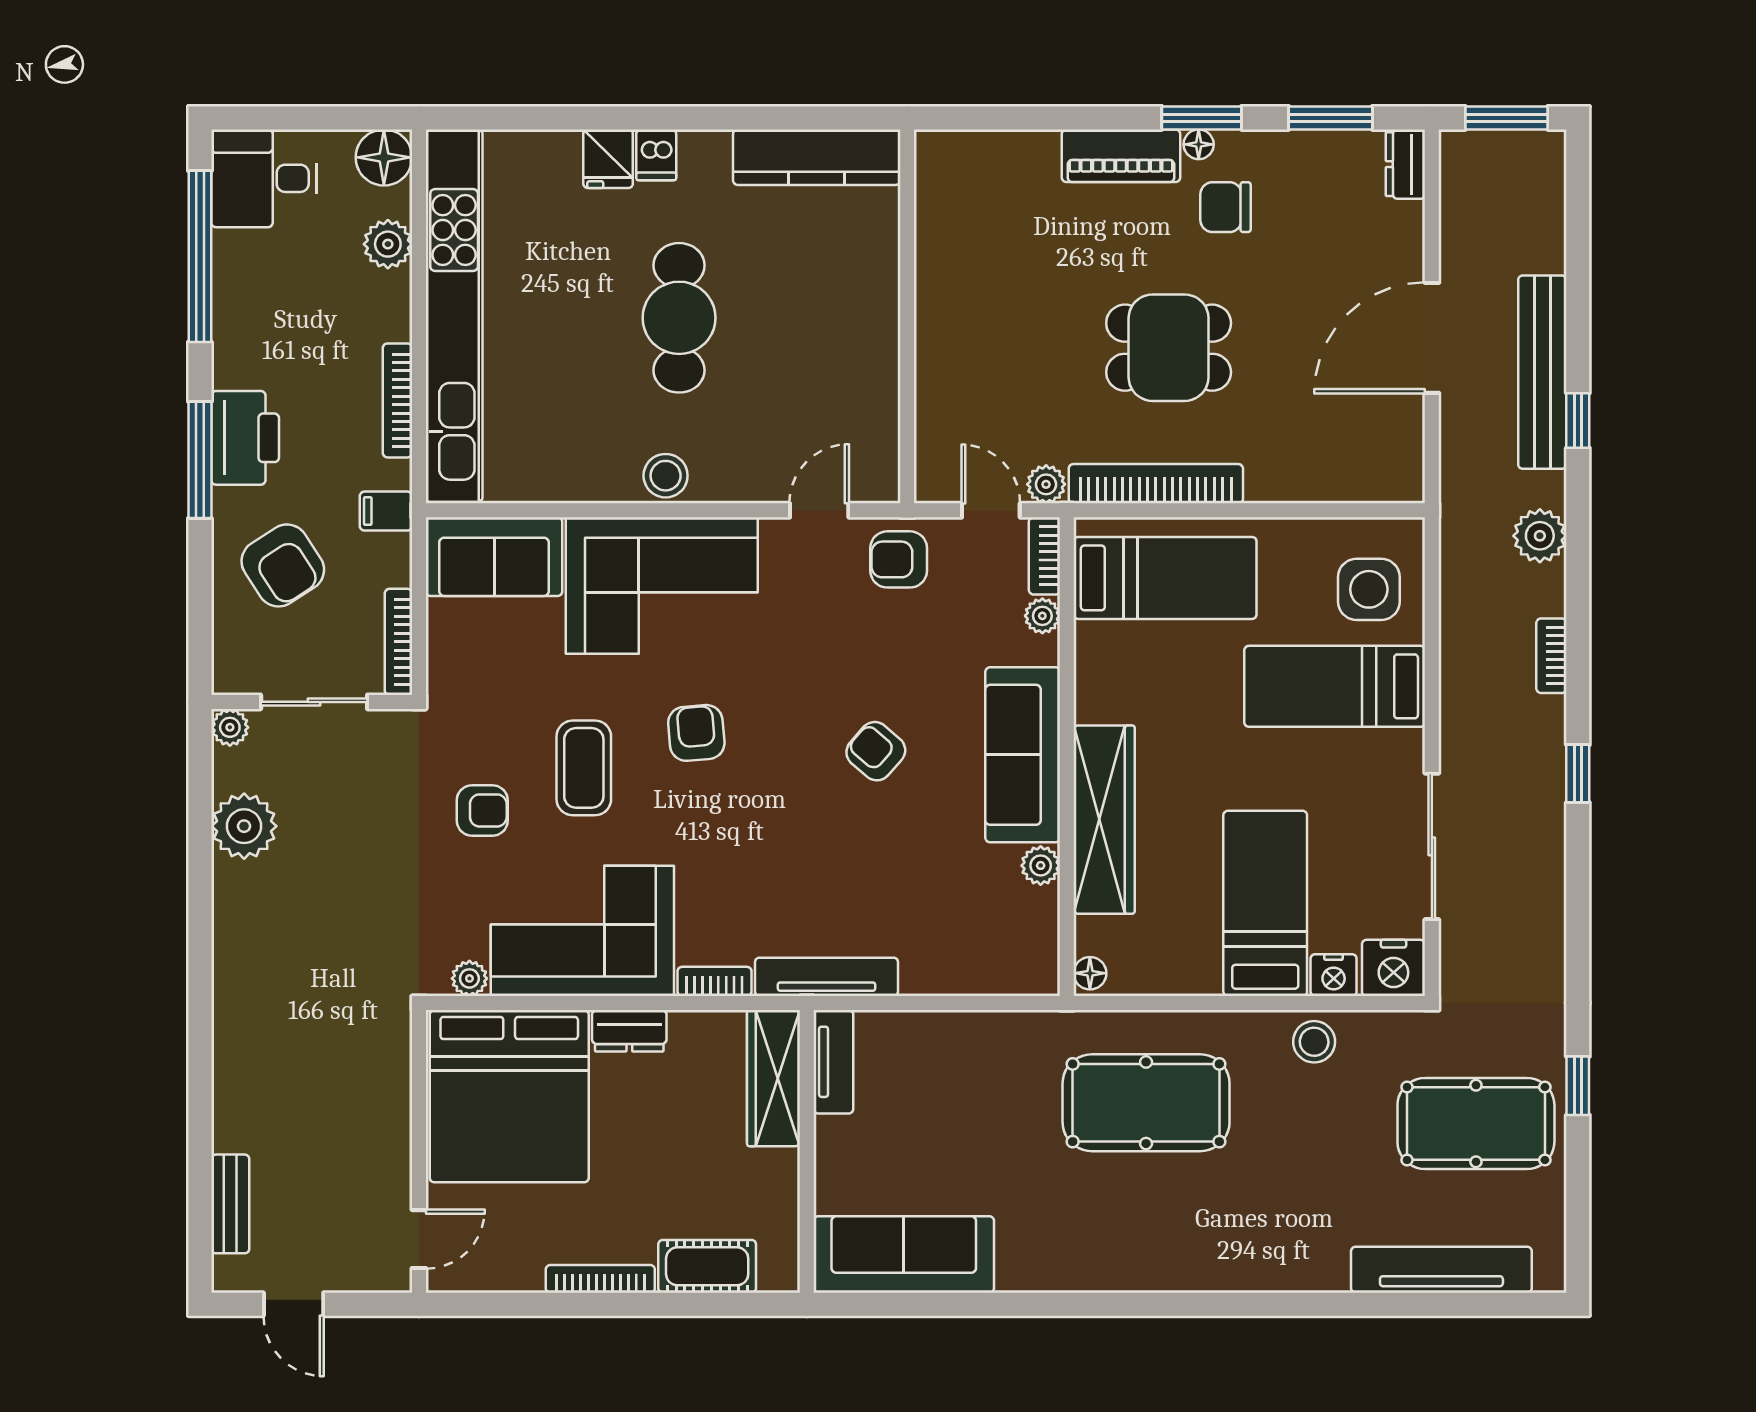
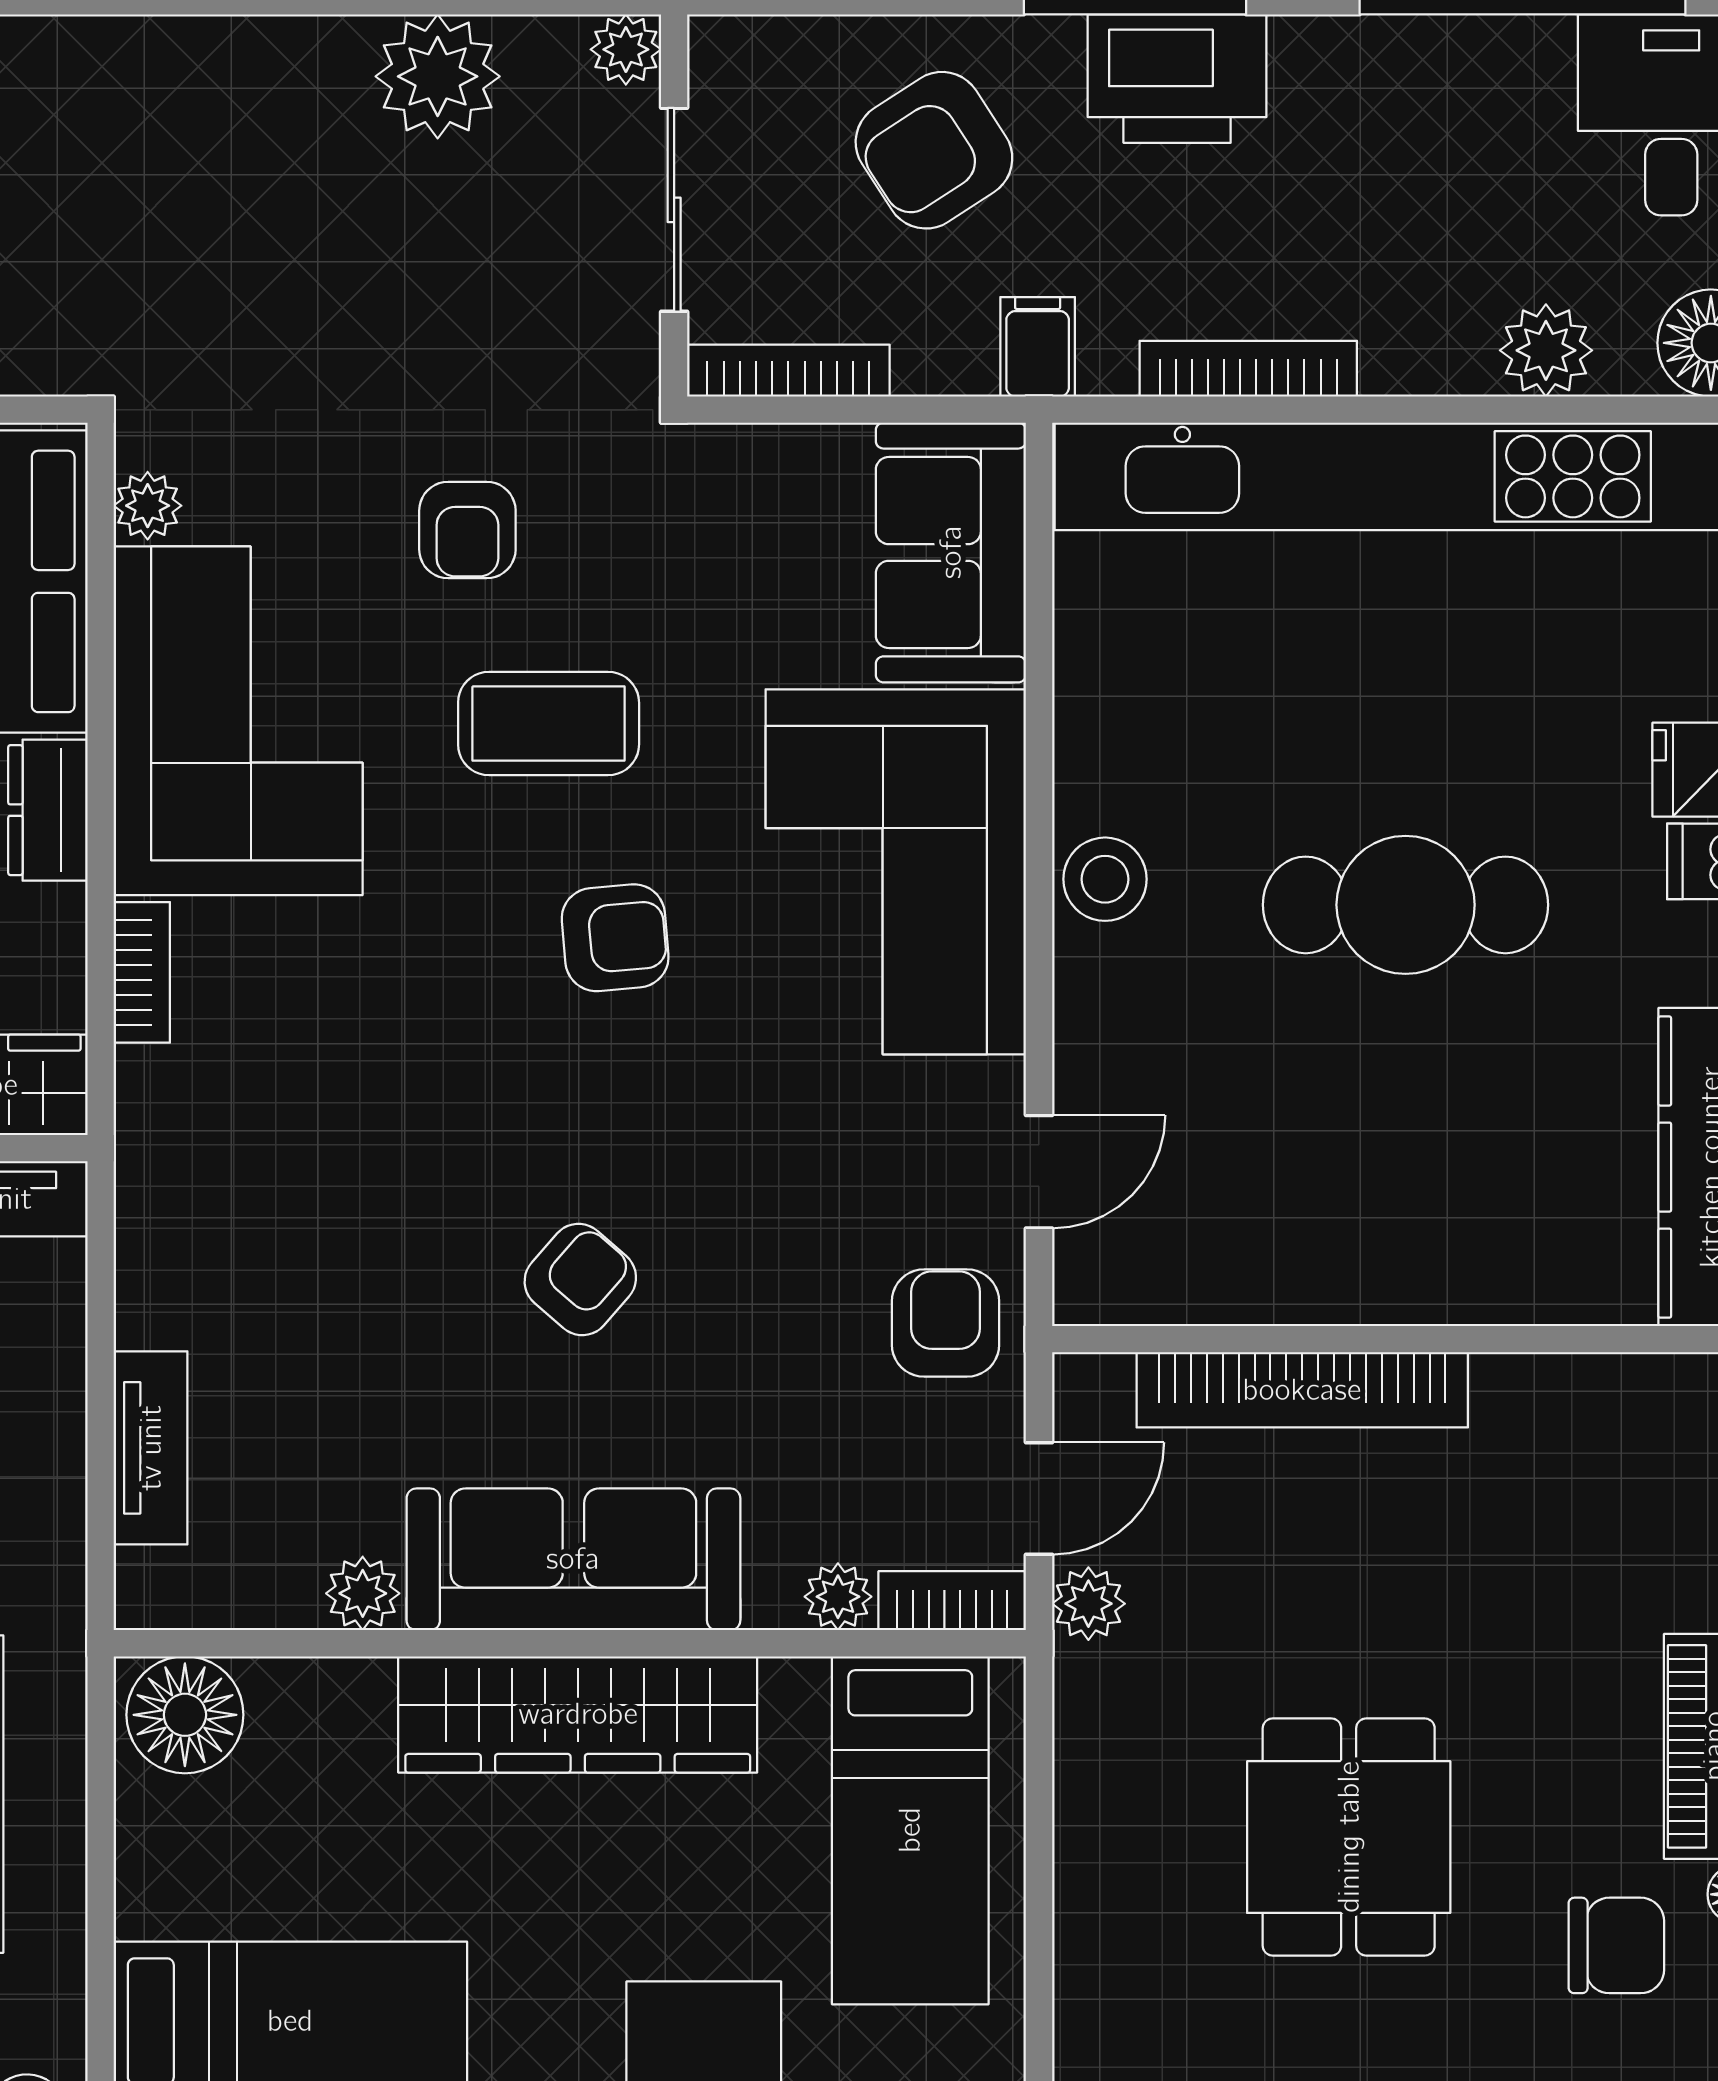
chair: (1226, 207) -> (1616, 1945), turned 90
bookcase: (1156, 484) -> (1302, 1390), moved, turned 90
door: (819, 510) -> (1039, 1172), hinge flipped
wardrobe: (1104, 820) -> (578, 1714), moved
floor lamp: (1090, 973) -> (185, 1715), width x1.89, depth x1.89
tv unit: (827, 977) -> (151, 1448), moved, width x0.71

